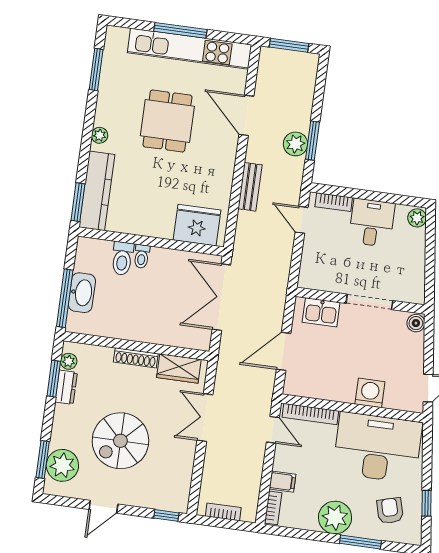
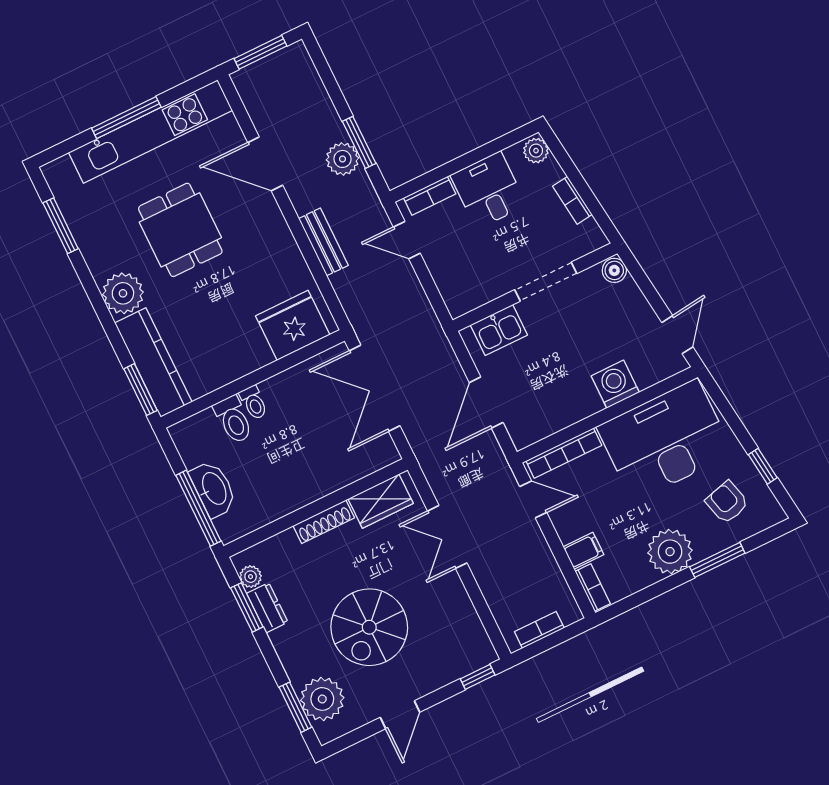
plant: (100, 135) -> (123, 293), width x1.87, depth x1.87
bookcase: (419, 263) -> (572, 200), added

